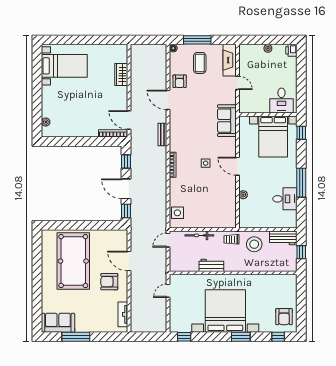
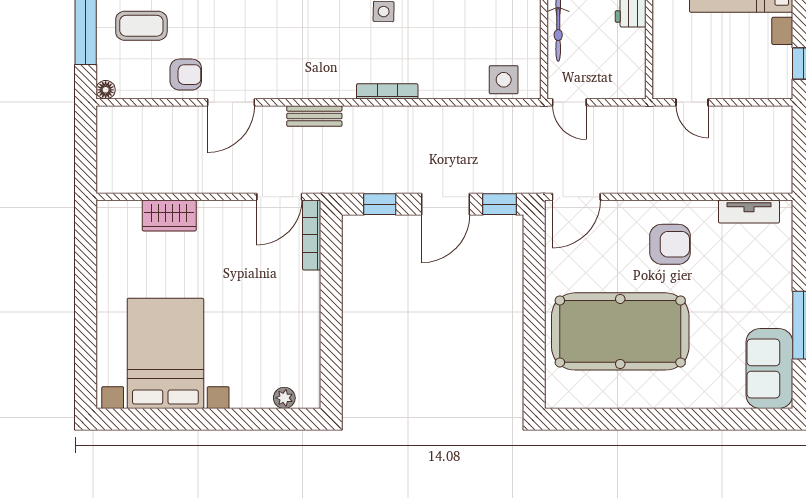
bed with nightstands: (64, 66) -> (165, 353), width x1.36
door: (129, 261) -> (576, 197), moved
armchair: (109, 282) -> (670, 244), turned -90

